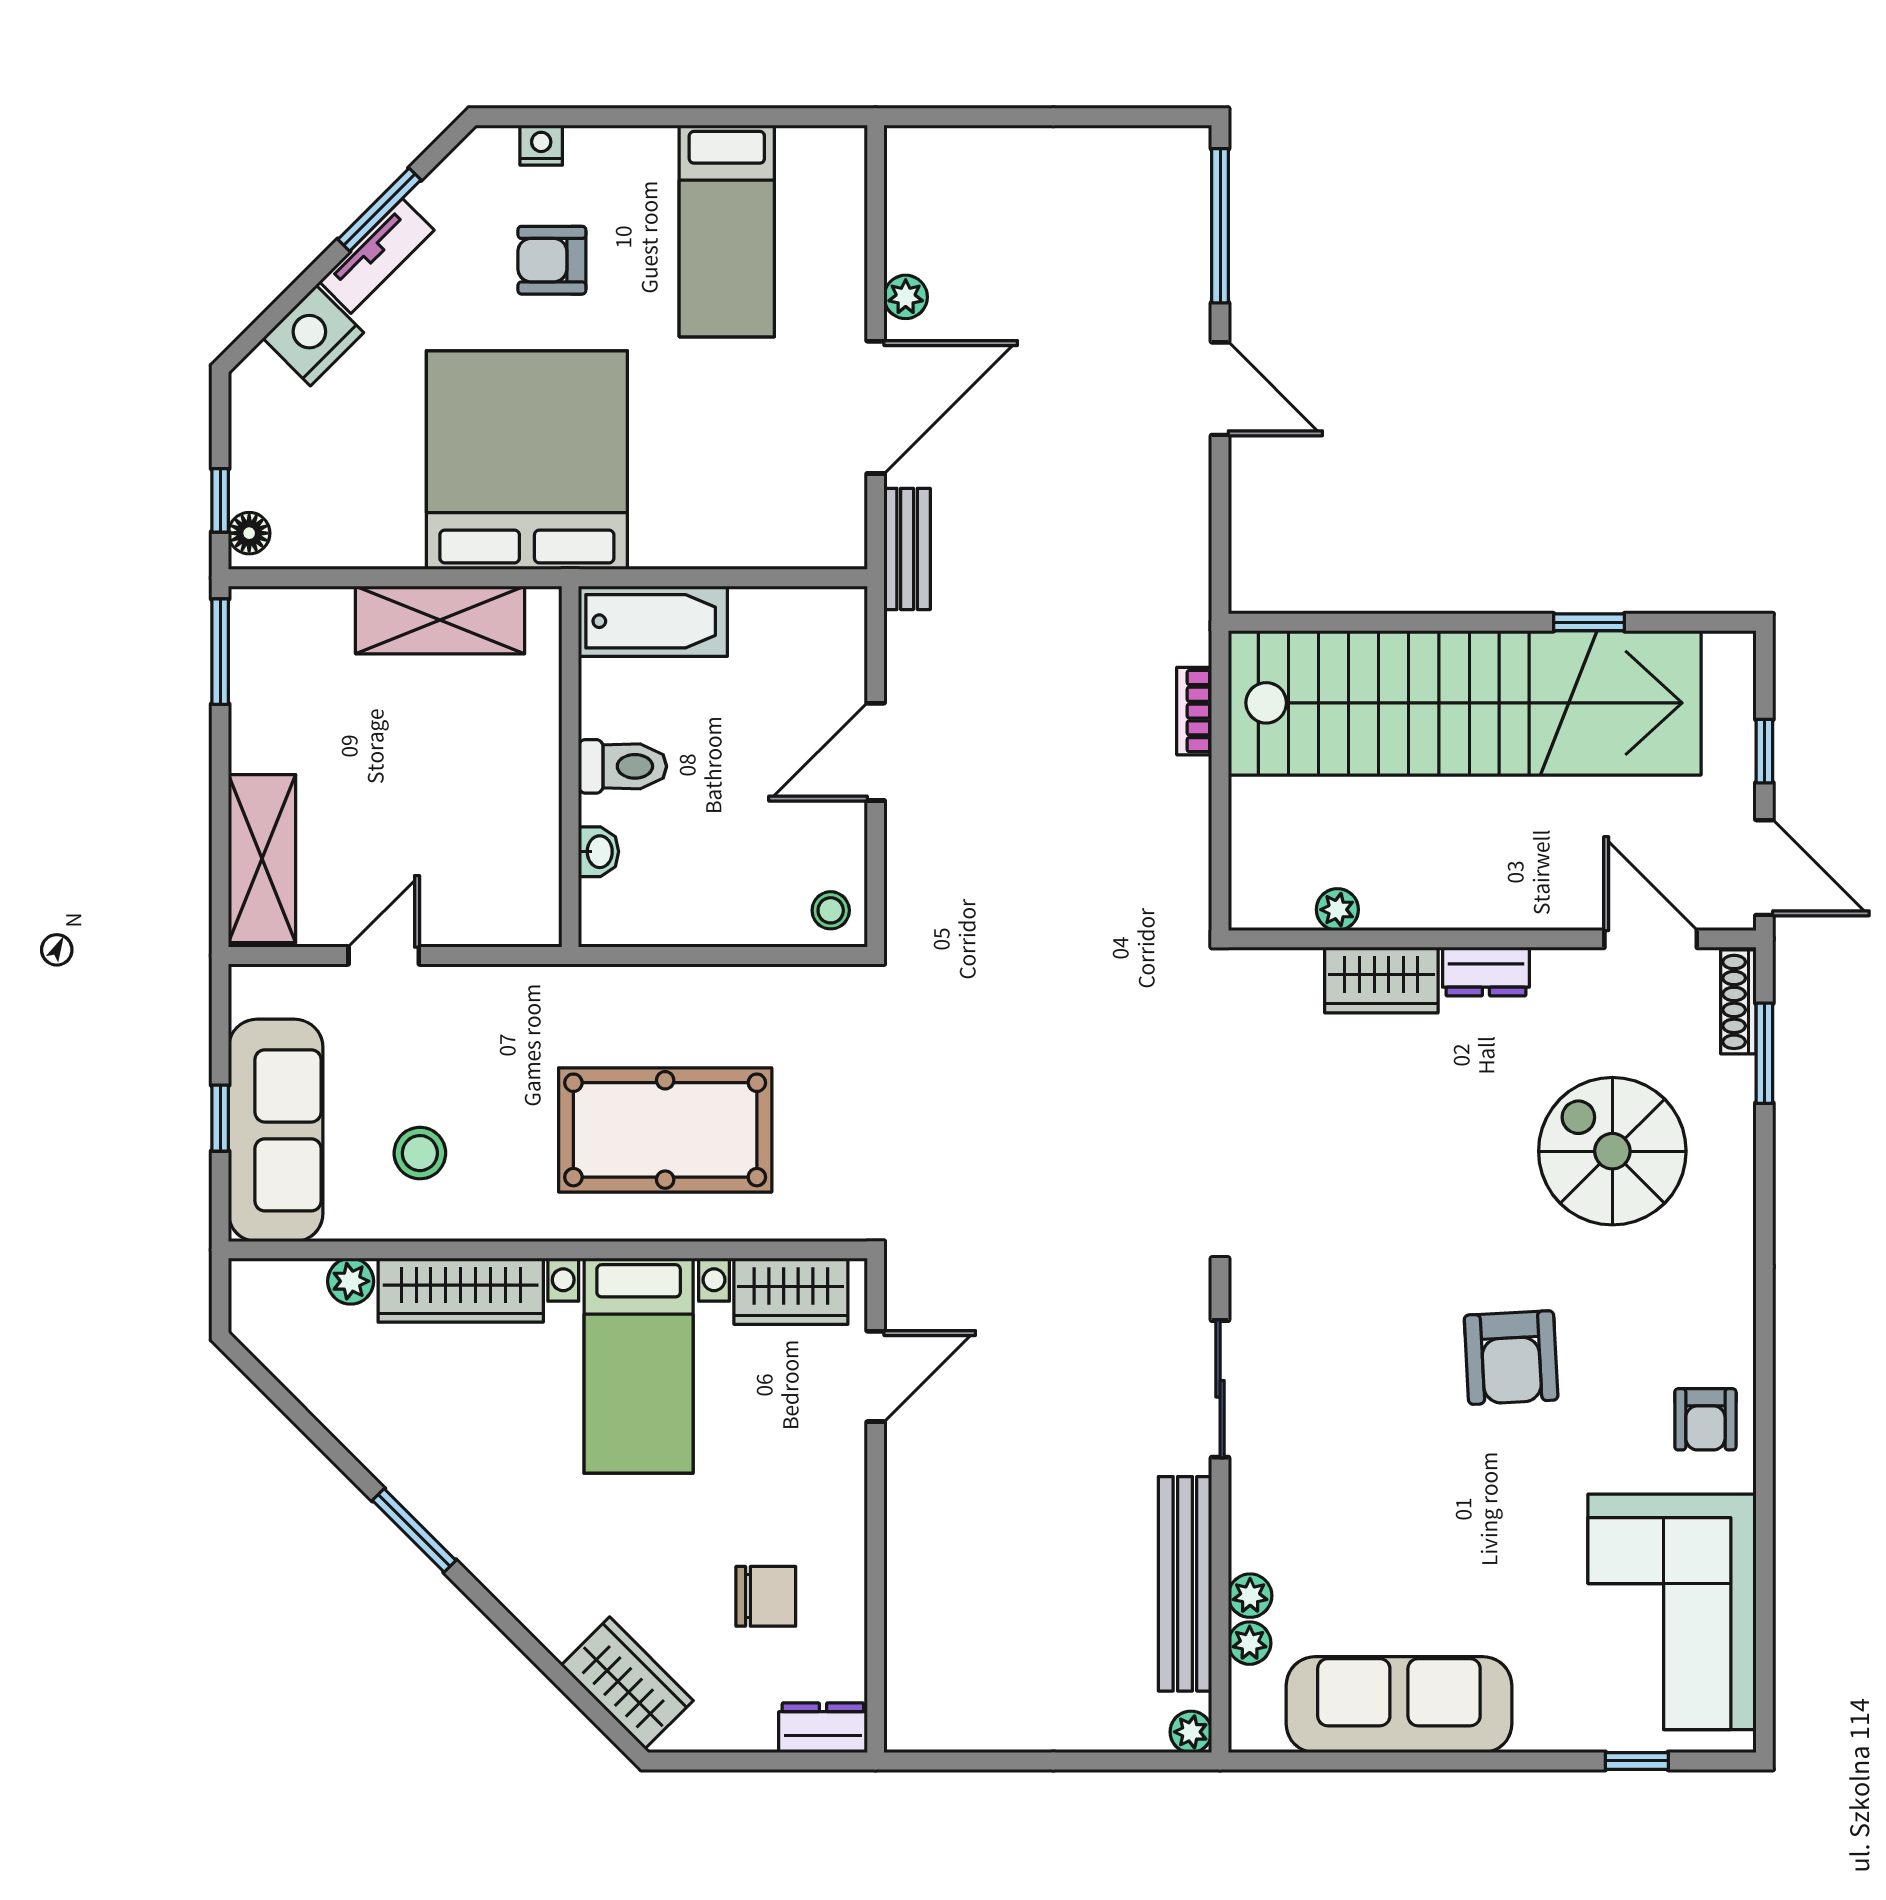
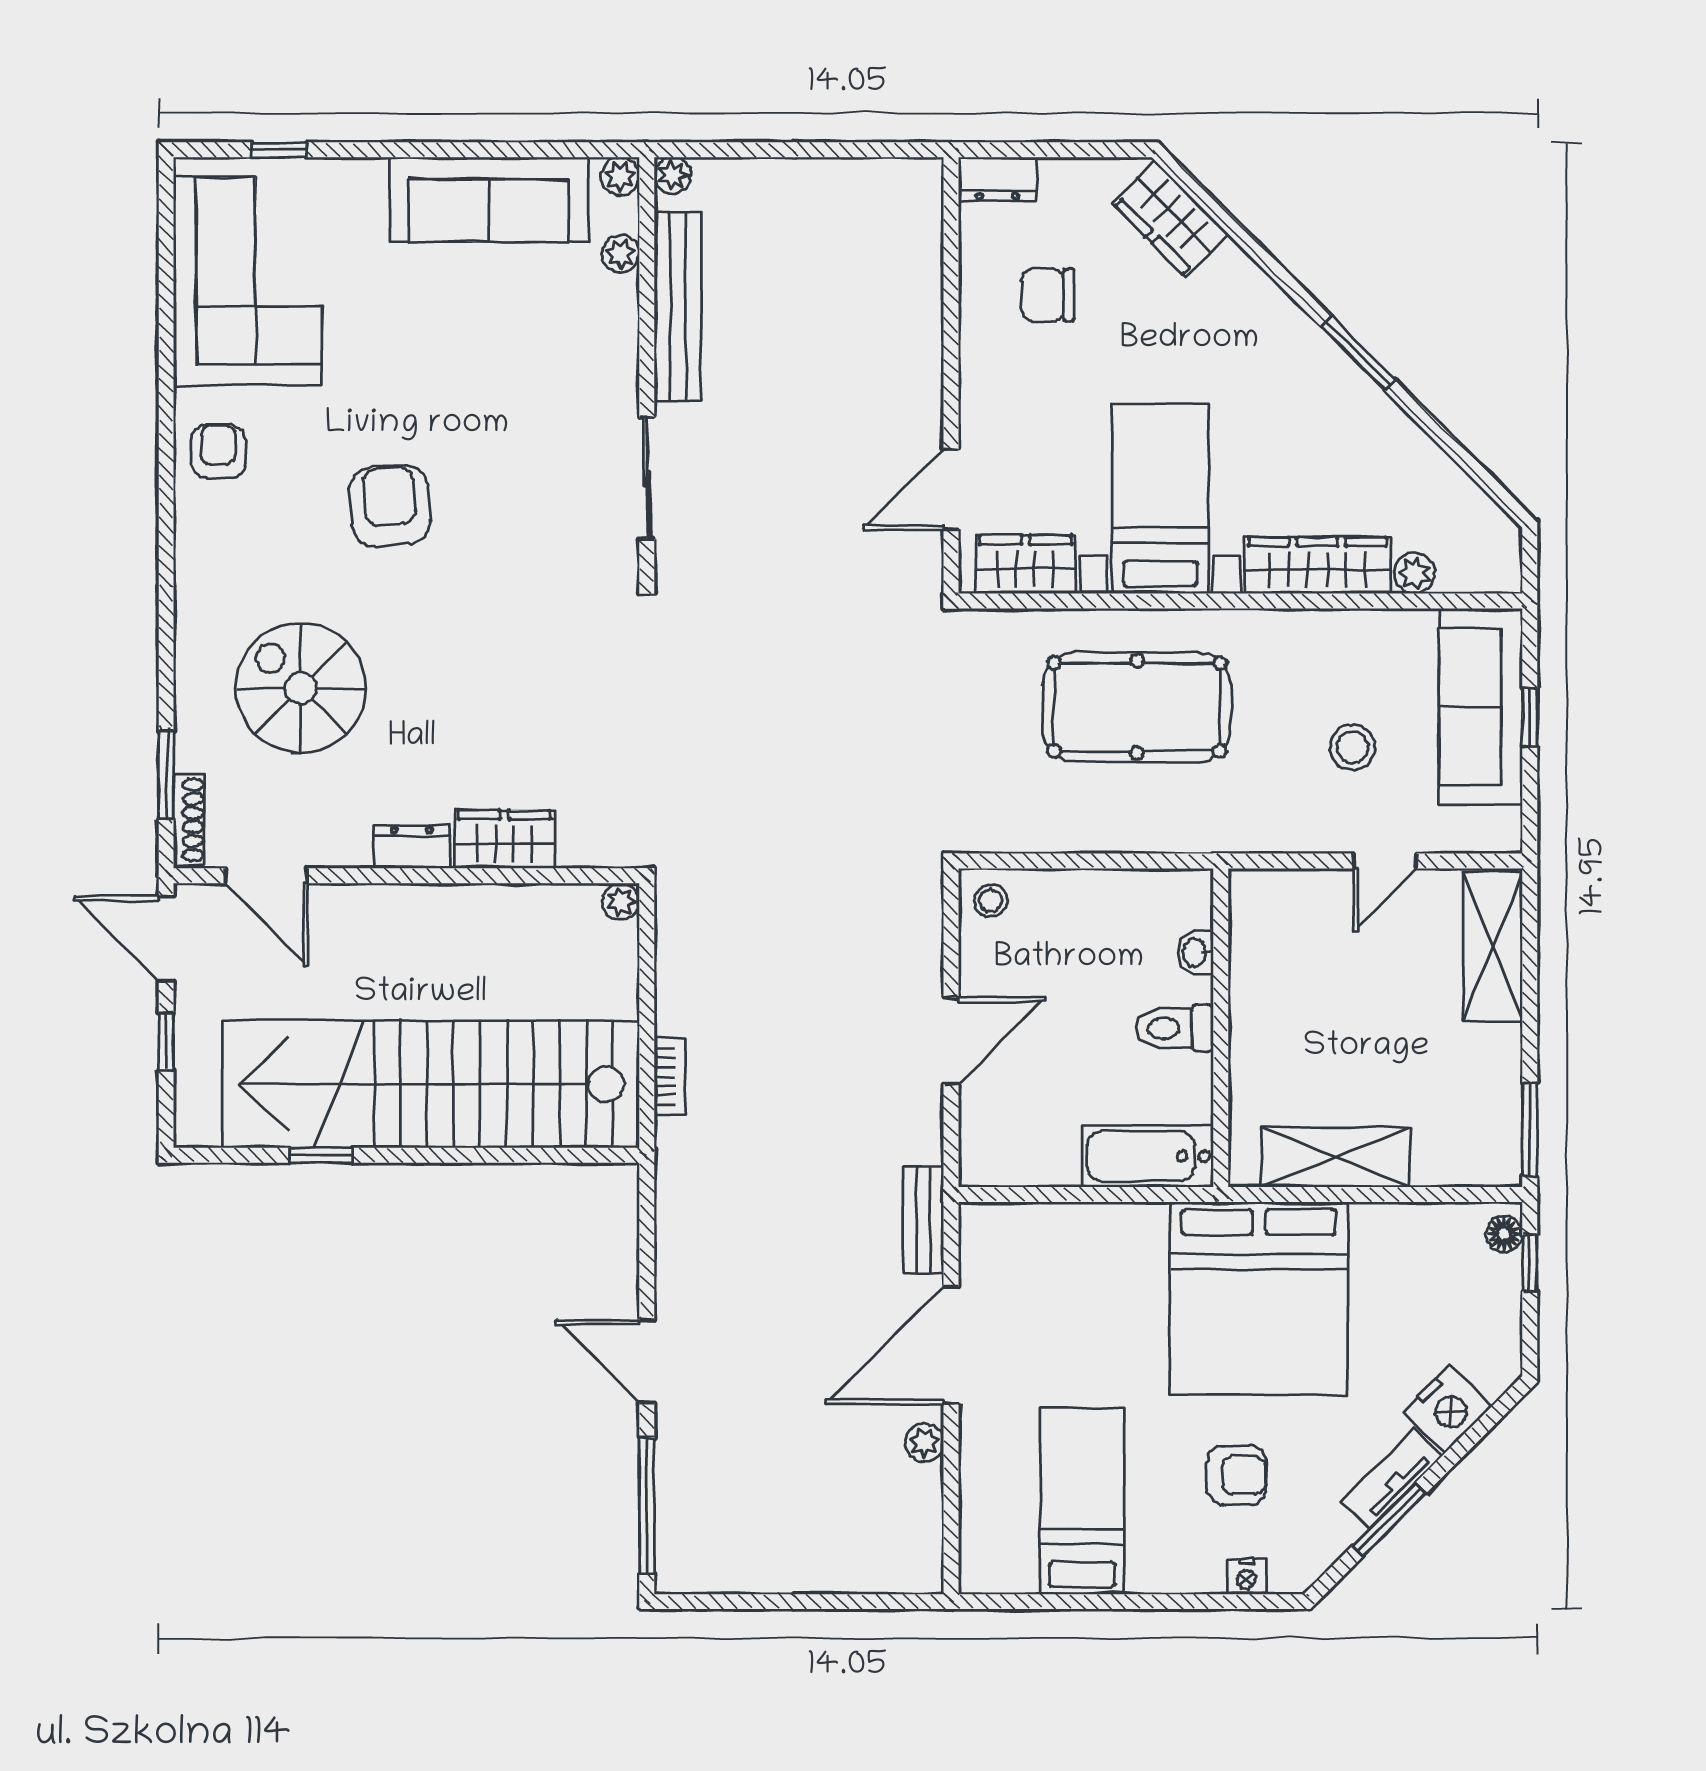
plant: (1337, 910) -> (621, 902), moved
spiral stairs: (1612, 1151) -> (300, 688), turned 180
stool: (420, 1153) -> (1353, 747), moved
plant: (1250, 1596) -> (620, 176), moved

